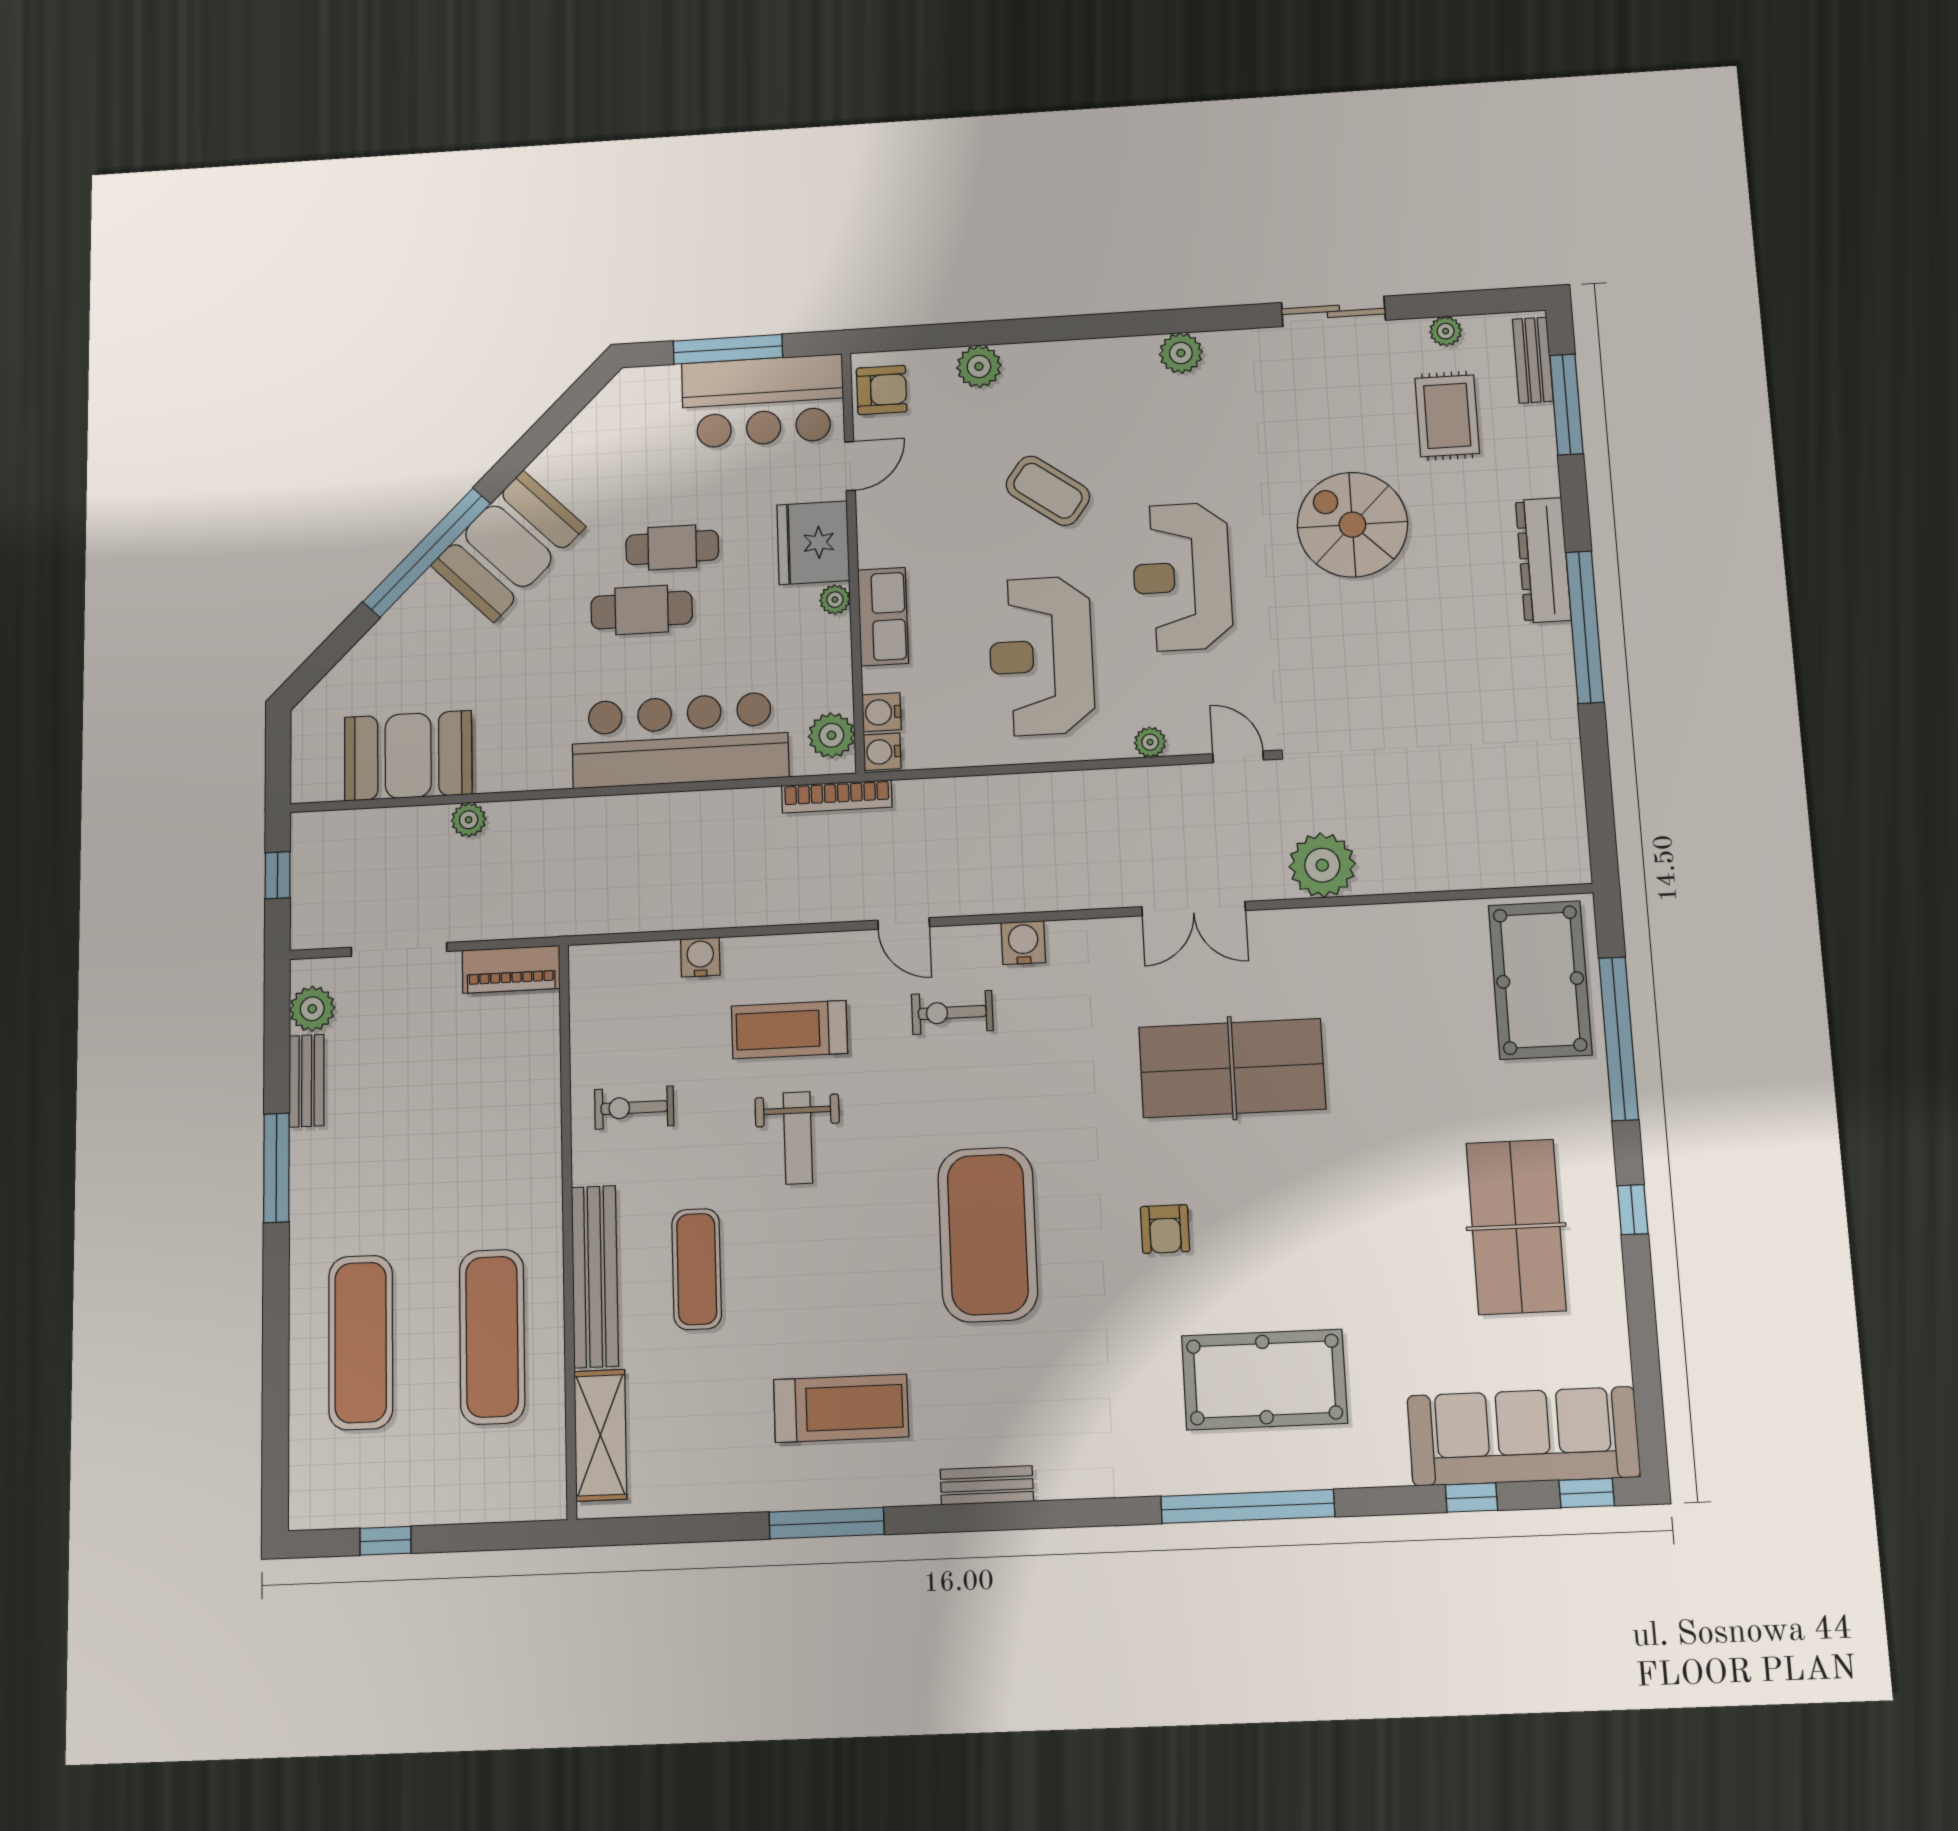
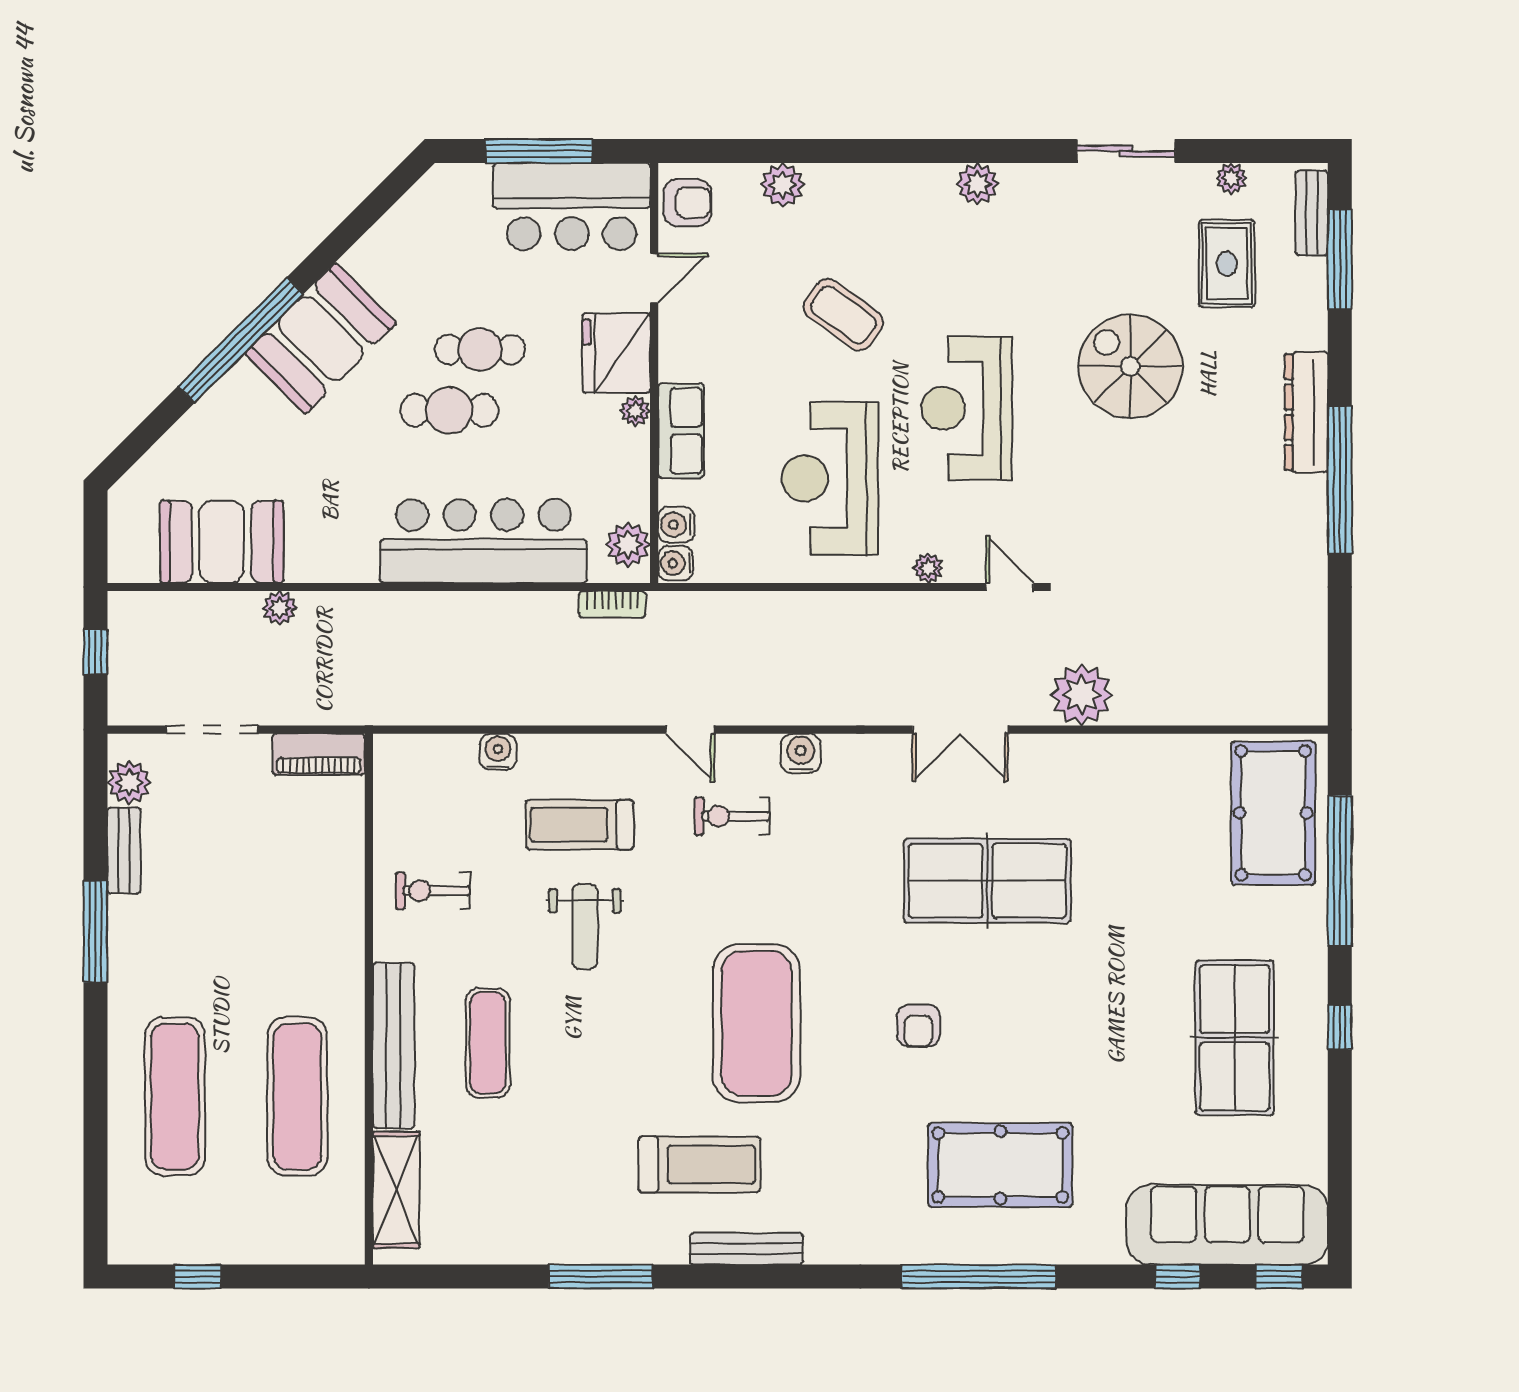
bookcase: (837, 796) -> (612, 604), width x0.64
treadmill: (841, 1408) -> (699, 1164), moved
bench: (987, 1485) -> (746, 1249), width x1.36

